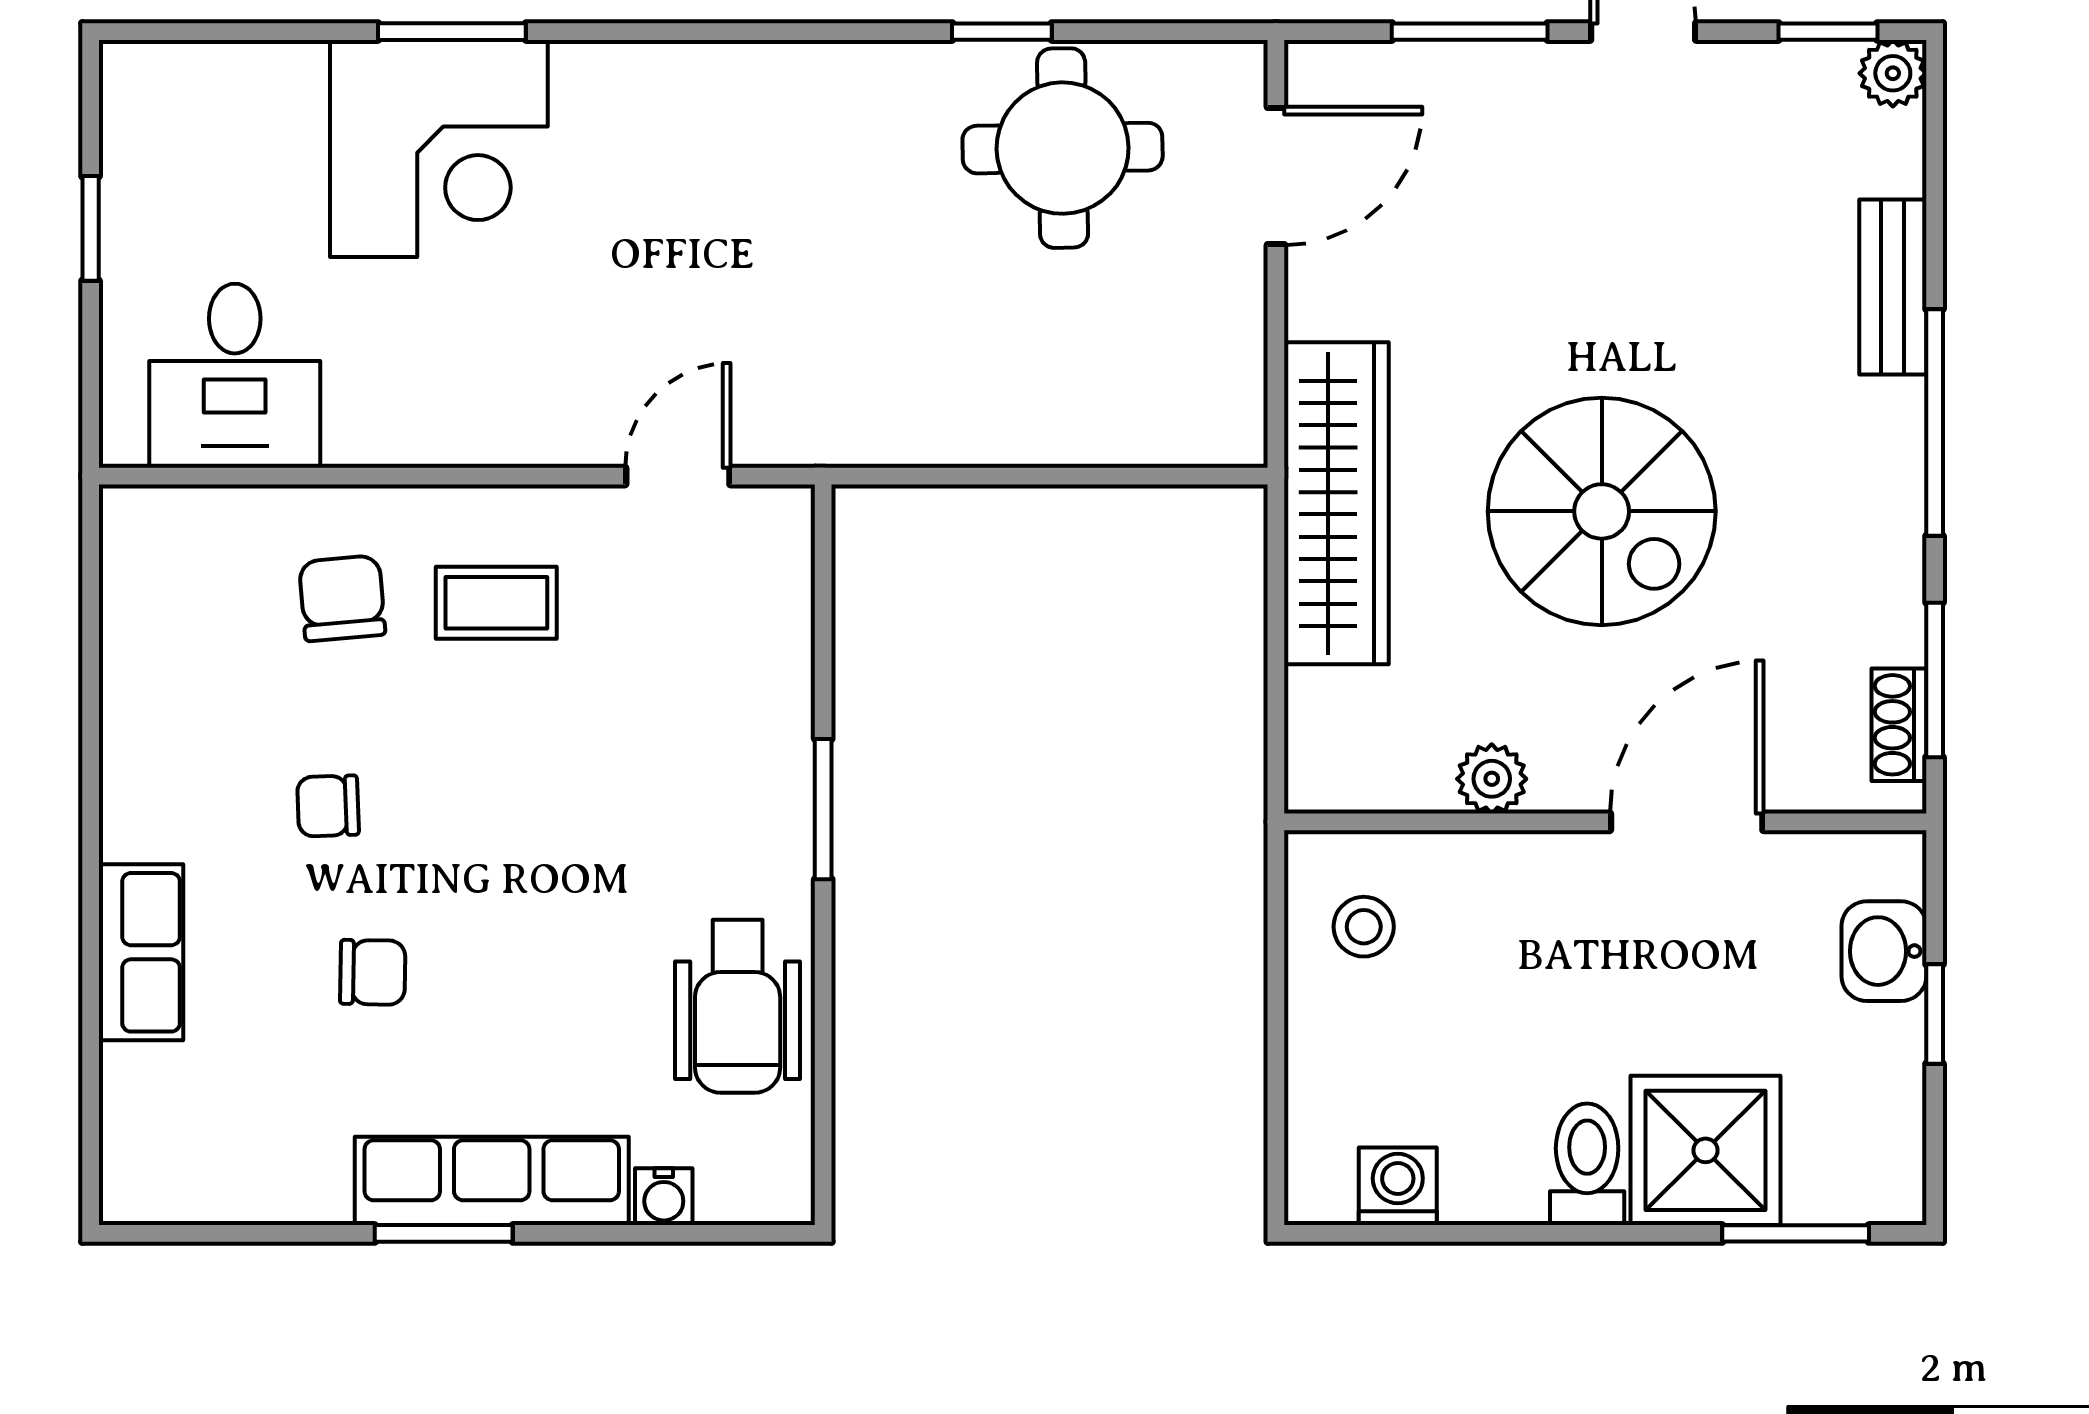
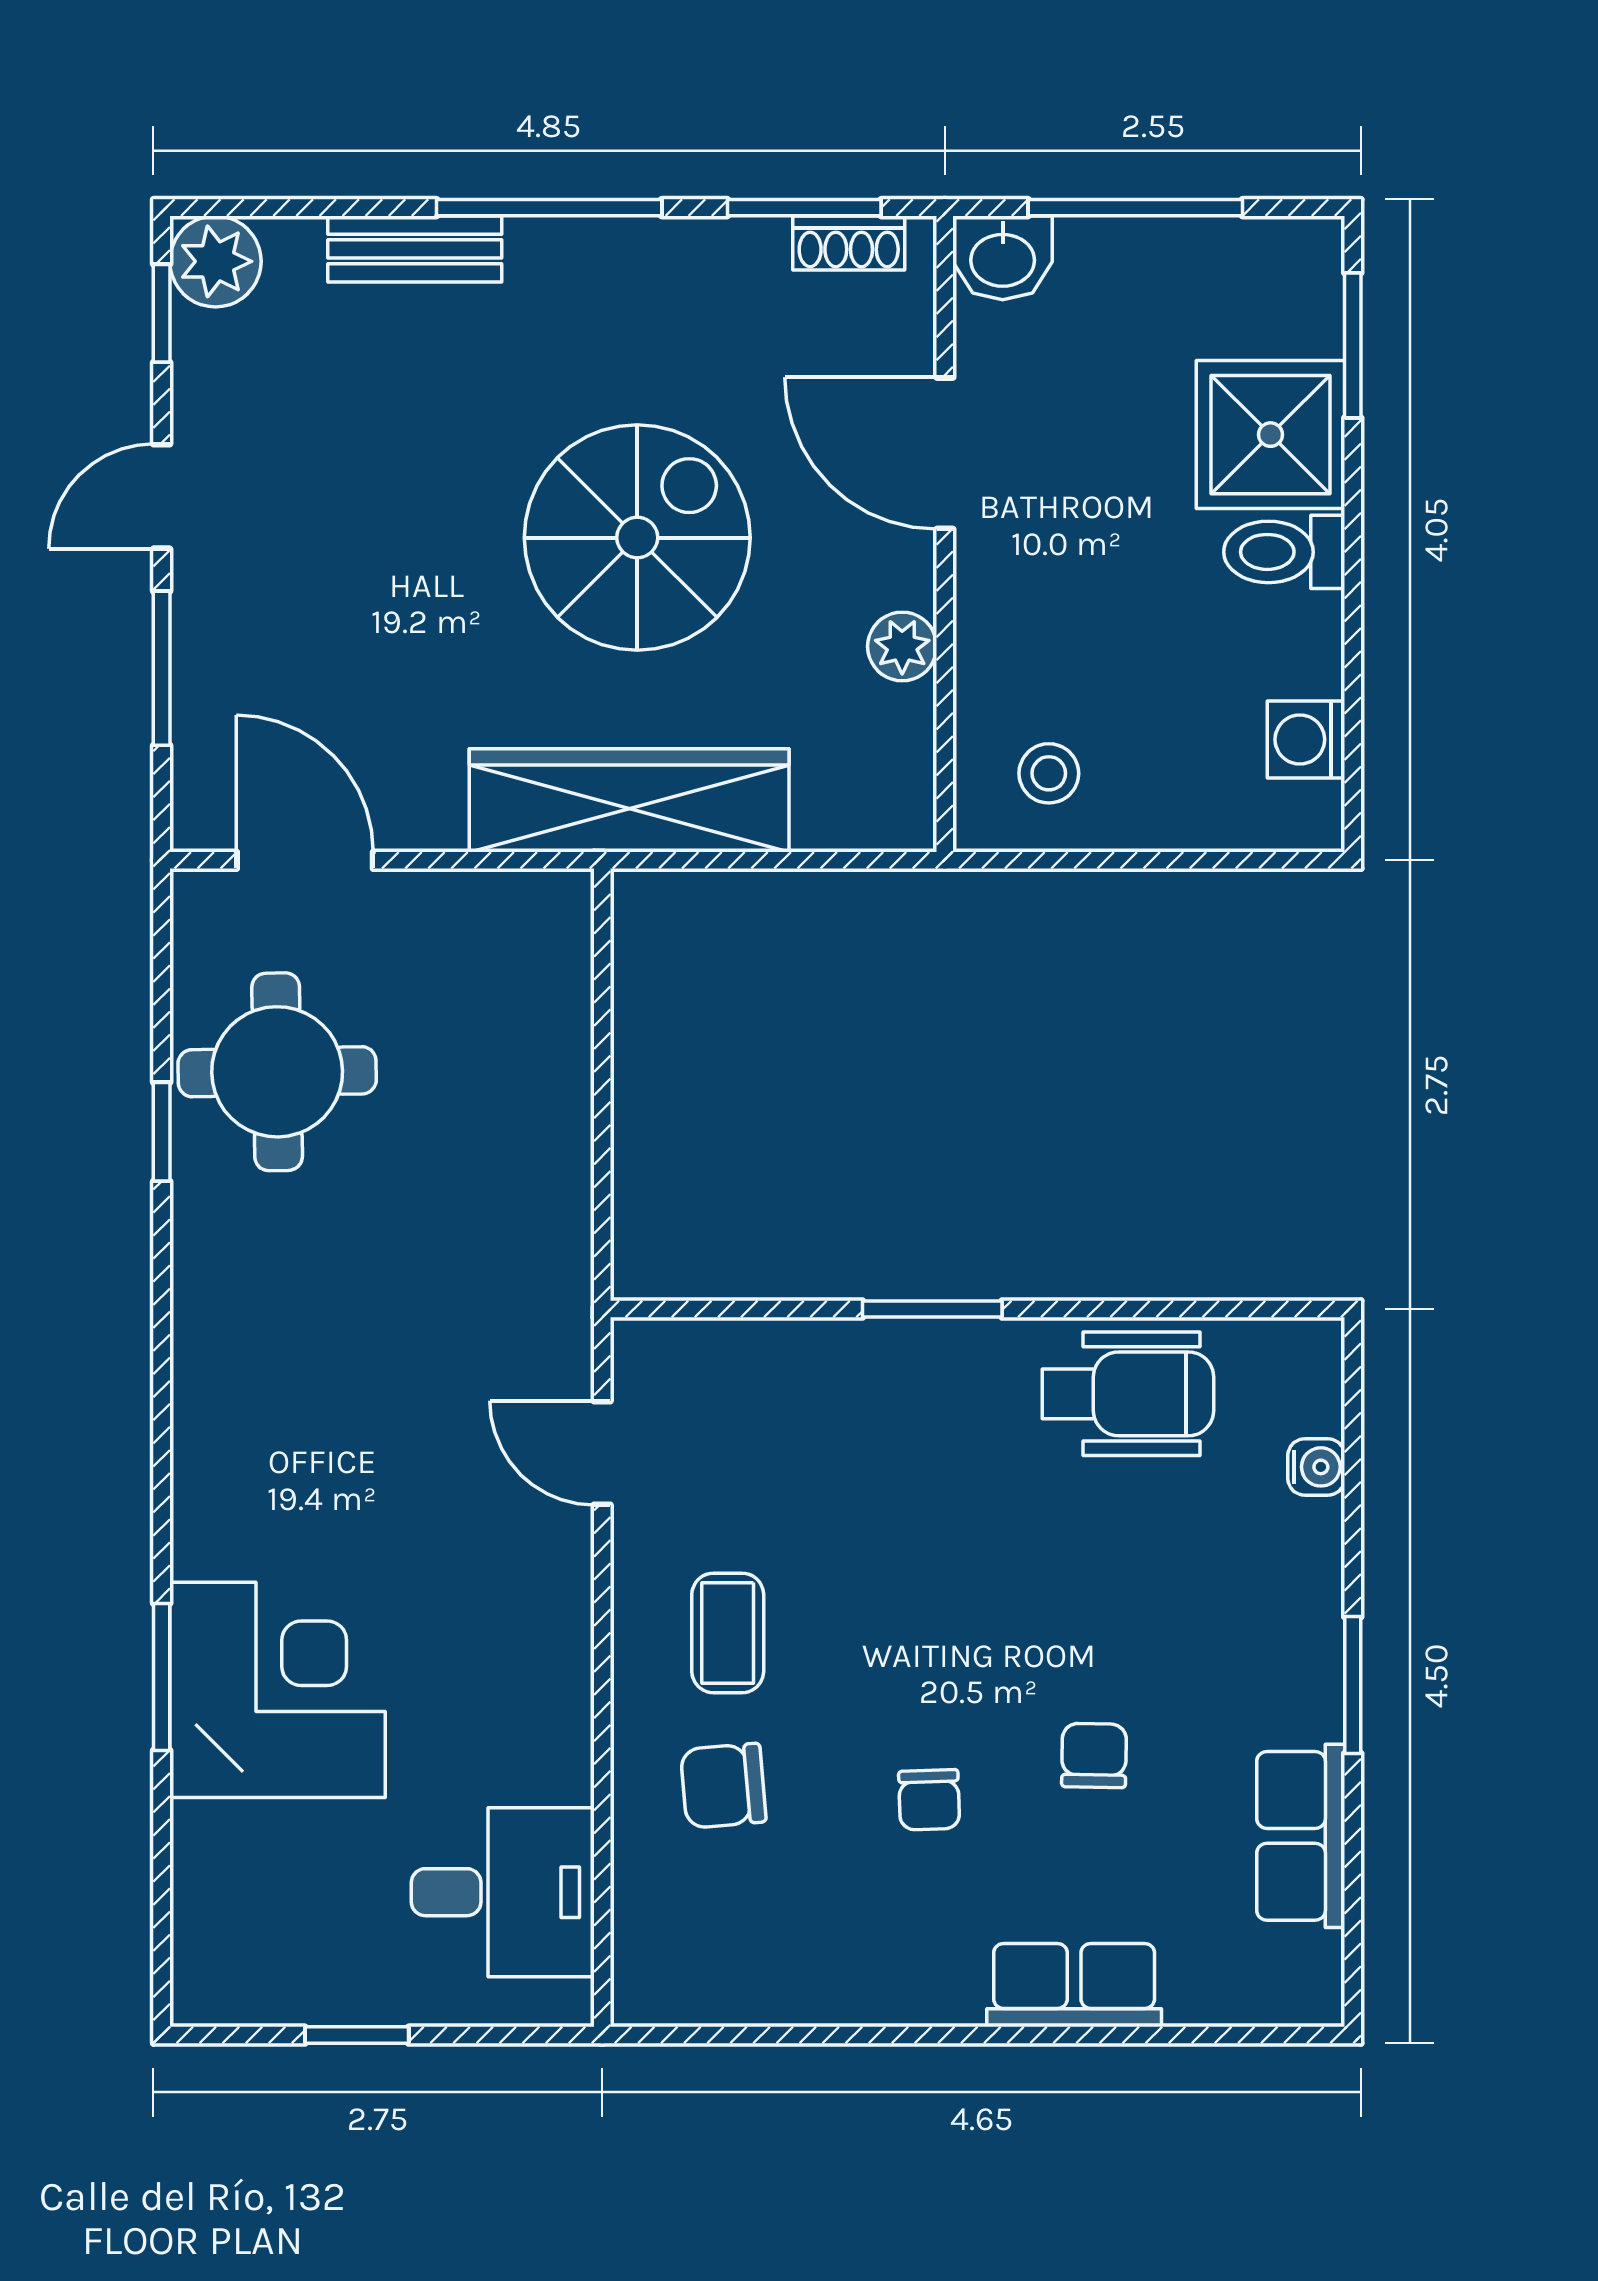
plant: (1893, 73) -> (215, 261), width x1.38, depth x1.38
washbasin: (1884, 951) -> (1003, 258), moved
window: (1935, 1014) -> (1135, 208), width x2.17
row of seats: (492, 1181) -> (1301, 1836), moved, width x0.68

